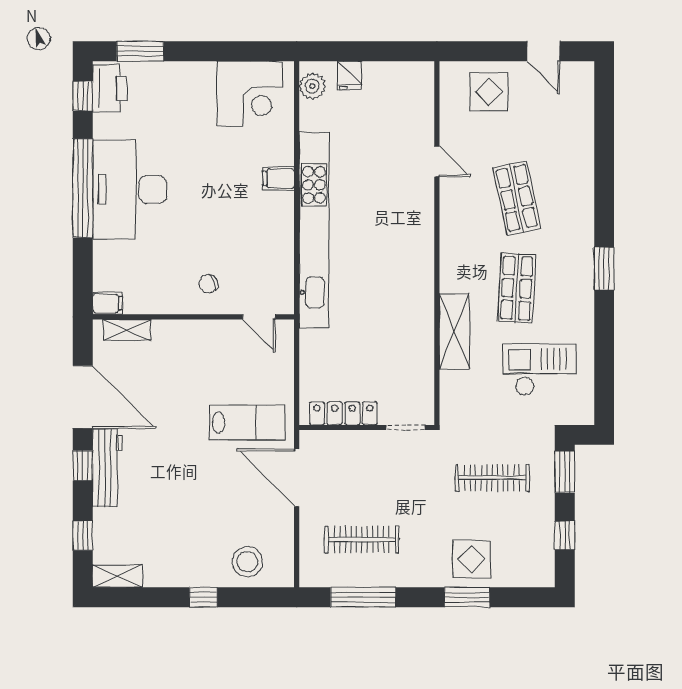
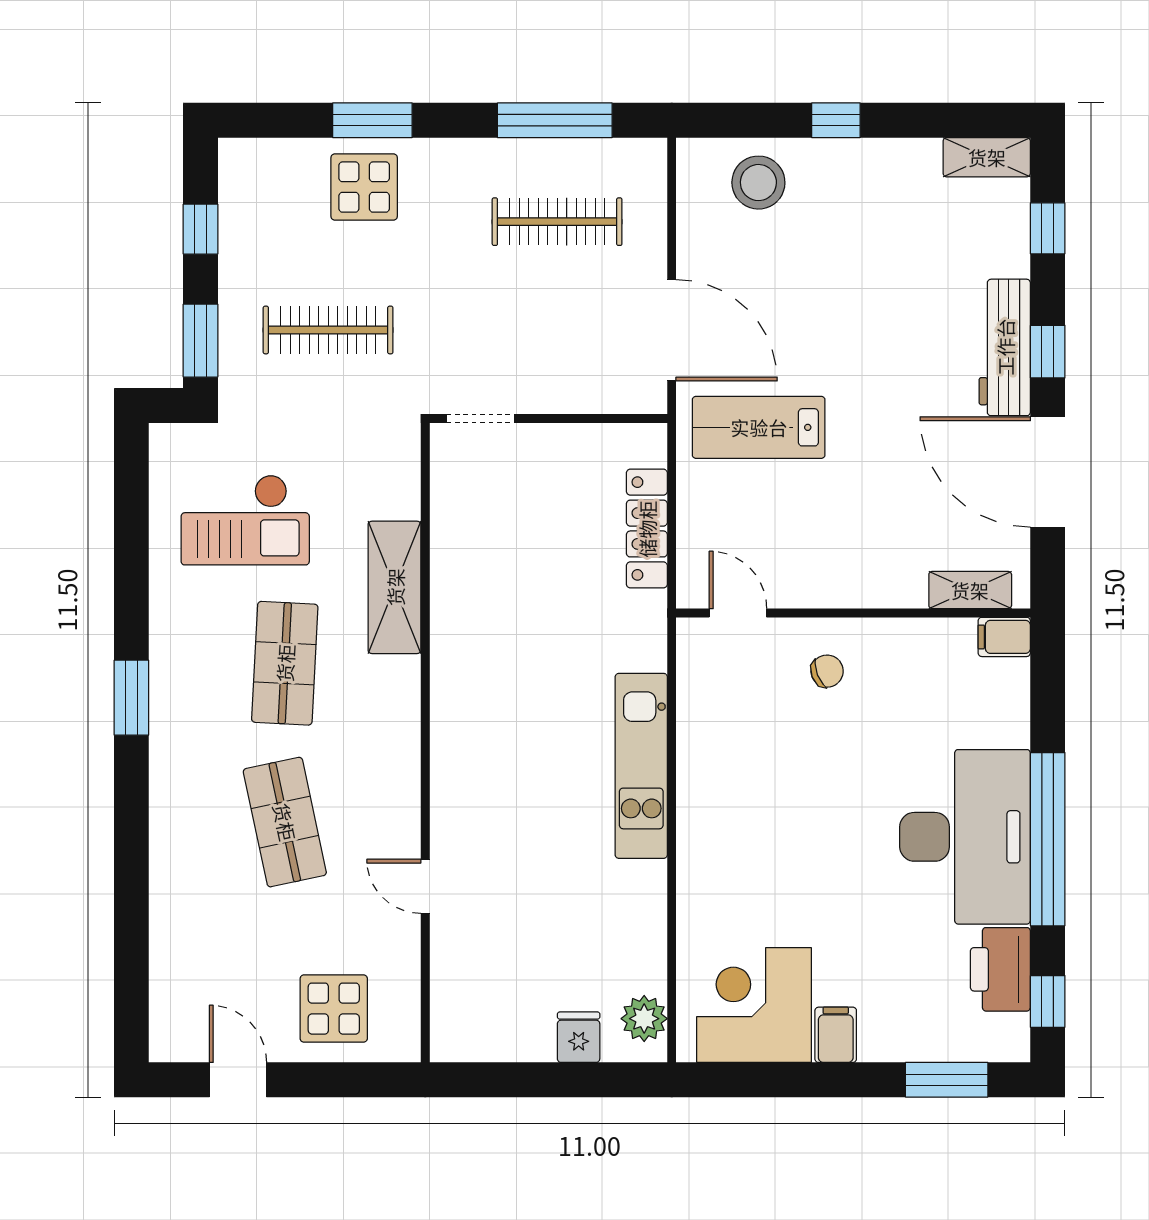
printer: (110, 88) -> (1000, 969), moved
filing cabinet: (278, 178) -> (836, 1035), moved, turned -90
kitchen unit: (314, 230) -> (641, 766), width x0.54
locker: (343, 413) -> (647, 529), moved, turned 90

